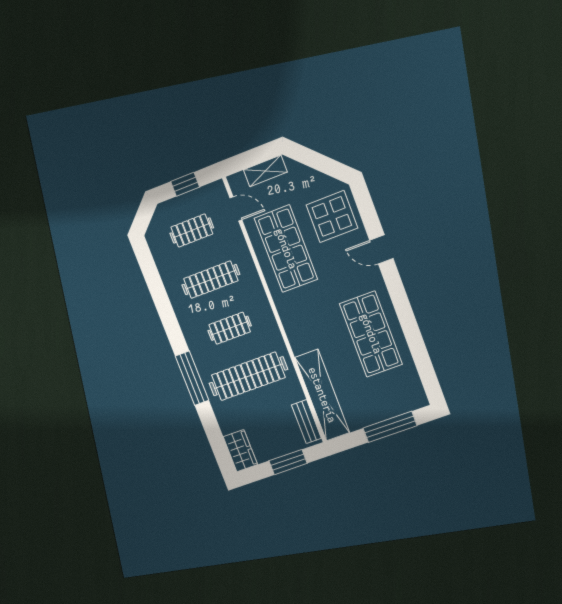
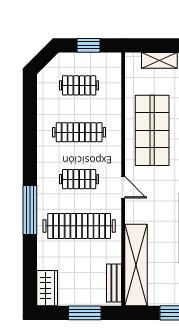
door: (236, 209) -> (123, 187), moved

